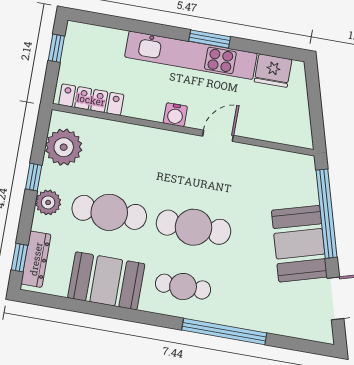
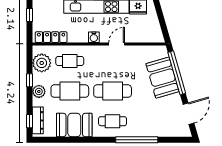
cafe table: (120, 153) -> (70, 61), added
booth: (299, 244) -> (162, 78), moved

